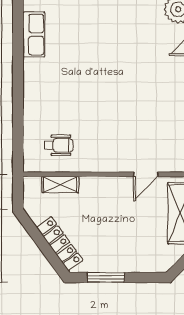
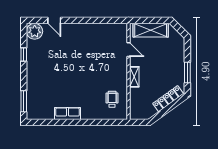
row of seats: (34, 35) -> (67, 114), moved
shelving: (60, 184) -> (134, 77), moved

